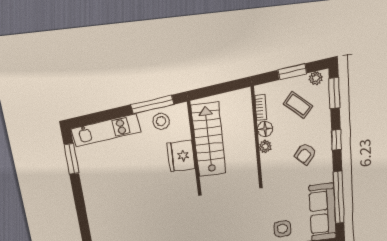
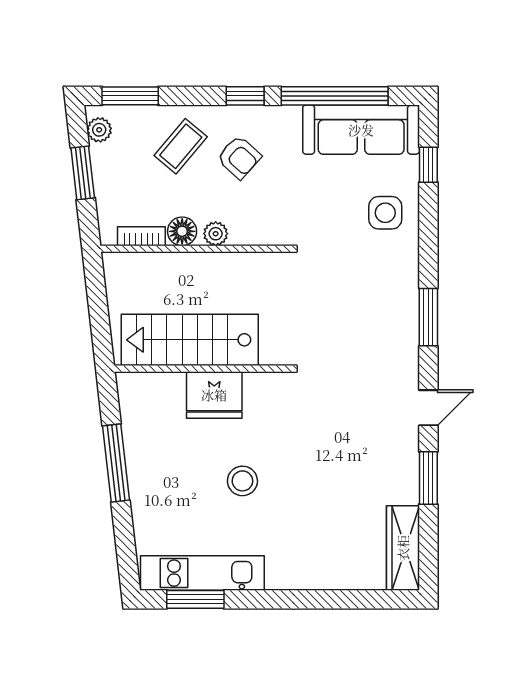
window: (152, 104) -> (116, 463), moved
coffee table: (298, 105) -> (181, 146), moved
stool: (161, 121) -> (242, 481), moved
kitchen unit: (106, 130) -> (202, 573), moved, turned -83
window: (336, 140) -> (245, 96), moved

